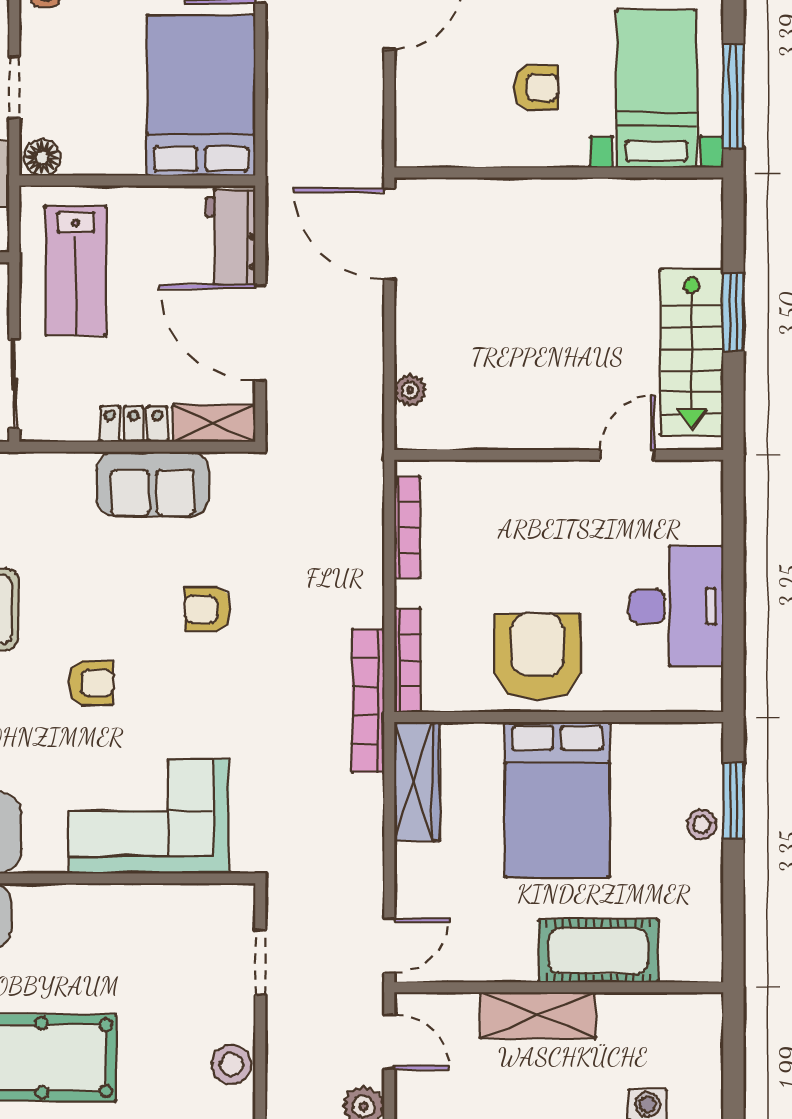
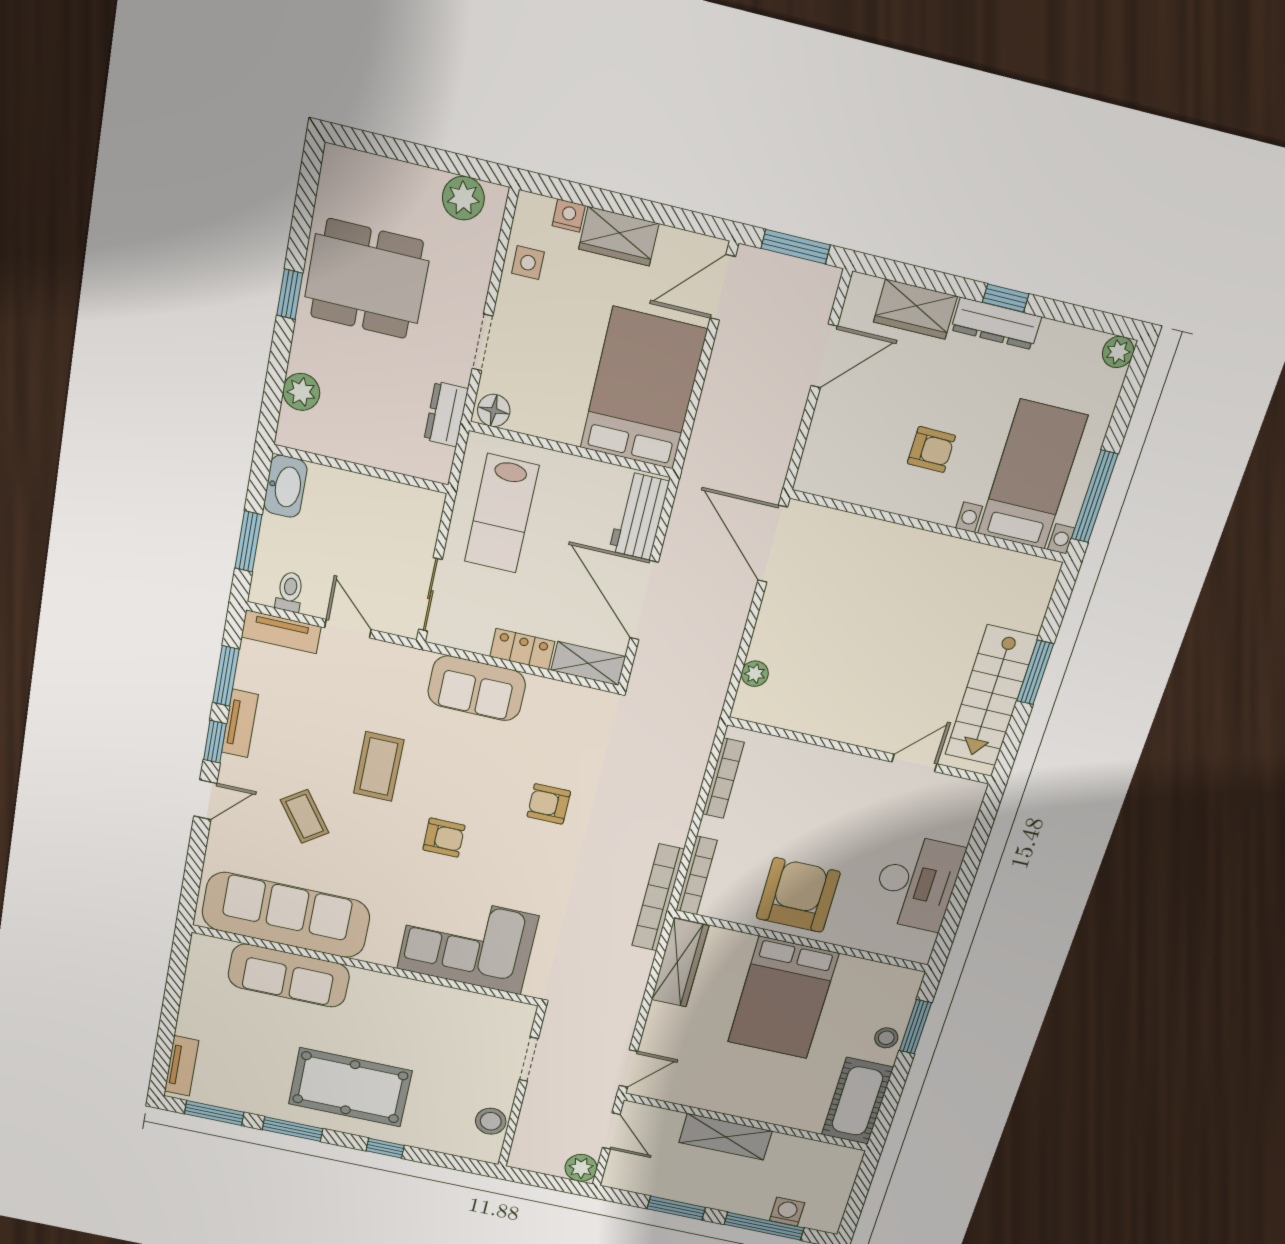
sofa: (153, 484) -> (477, 688), moved
cot: (598, 951) -> (857, 1101), moved, turned 90

